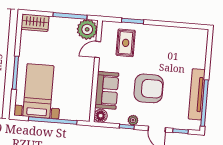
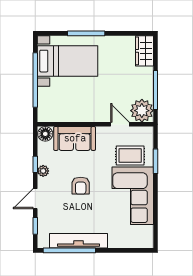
corner sofa: (161, 43) -> (133, 196), added
armchair: (149, 88) -> (81, 186), width x0.53, depth x0.53

